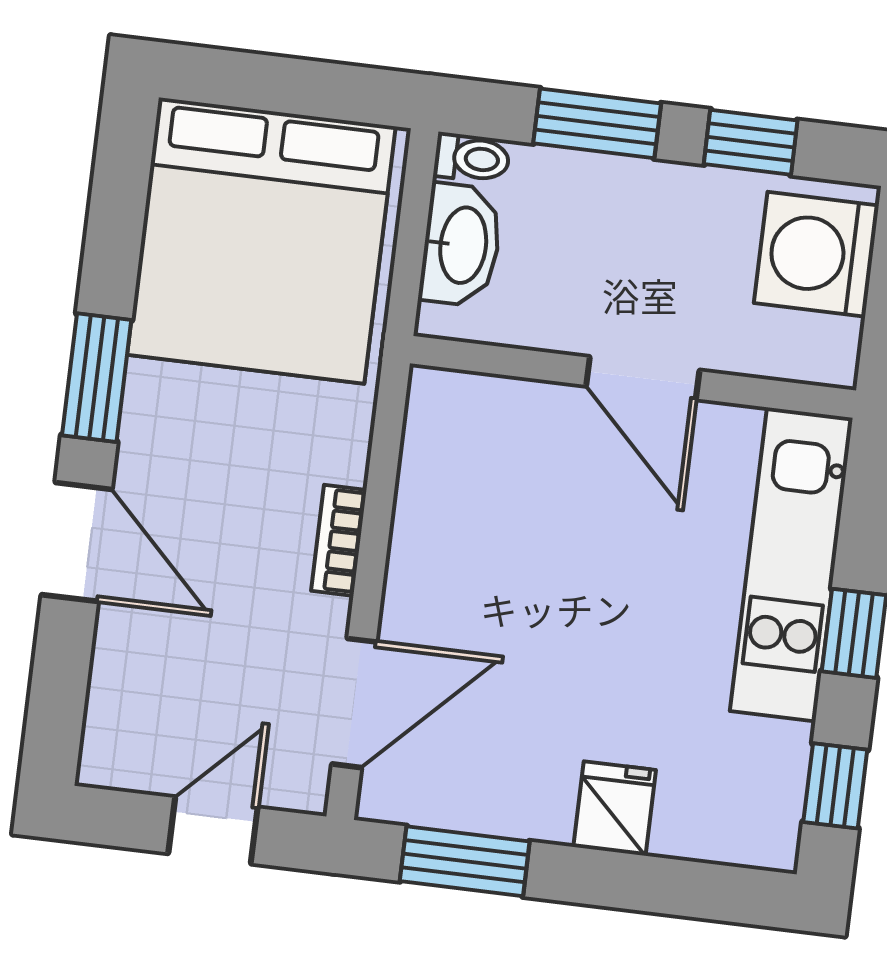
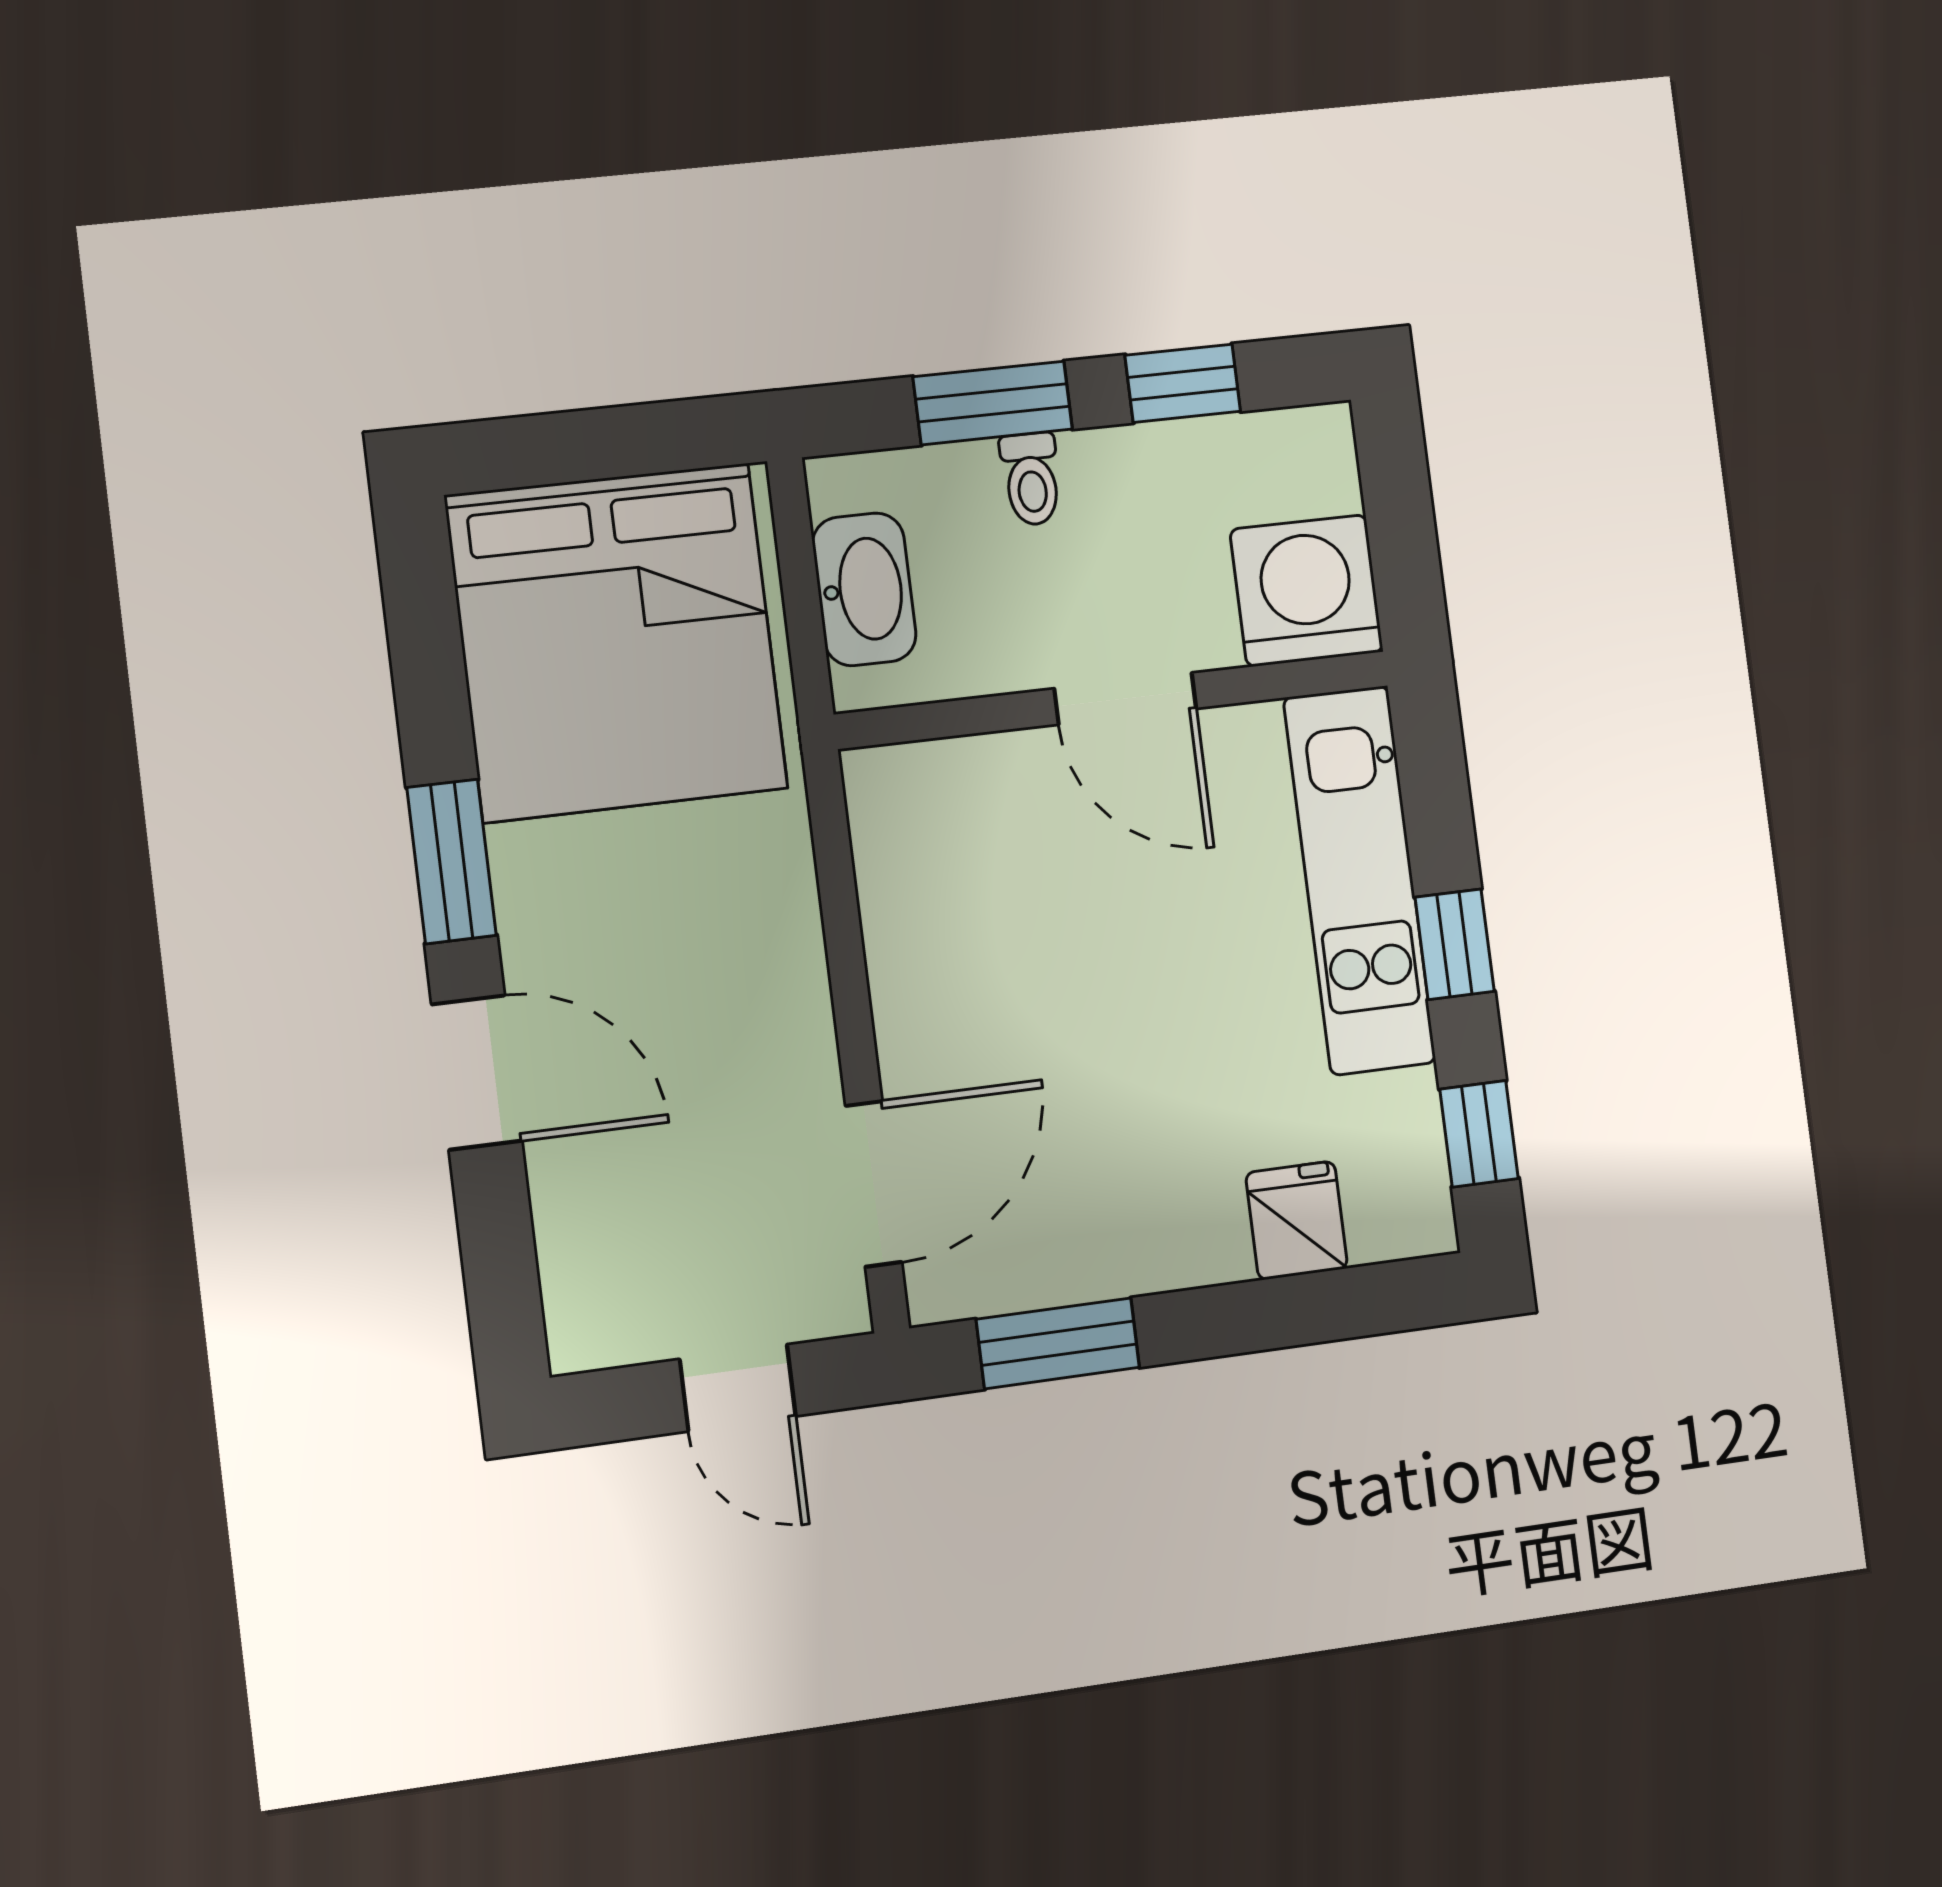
toilet: (472, 158) -> (1031, 479), moved, turned 90
washing machine: (816, 254) -> (1307, 591), moved, turned 90
bookcase: (339, 540) -> (805, 988), removed
fridge: (615, 808) -> (1297, 1221), moved
door: (213, 830) -> (738, 1388), swing flipped

